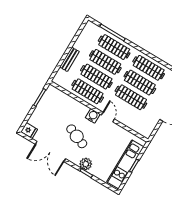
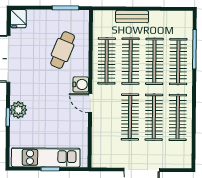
door: (108, 117) -> (90, 103), swing flipped
cafe table: (77, 136) -> (63, 50), moved

